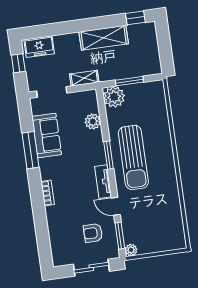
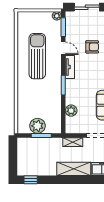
shelving: (104, 38) -> (74, 169), moved
plant: (114, 97) -> (37, 126), moved
sun lounger: (133, 158) -> (37, 56), moved
armchair: (93, 233) -> (92, 47), moved

